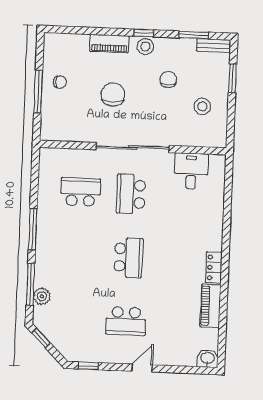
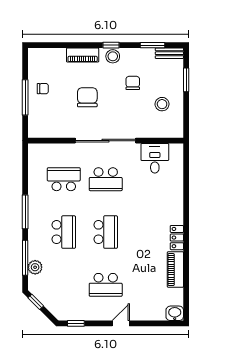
school desk: (131, 194) -> (106, 179), turned -90
school desk: (78, 255) -> (64, 232), added

